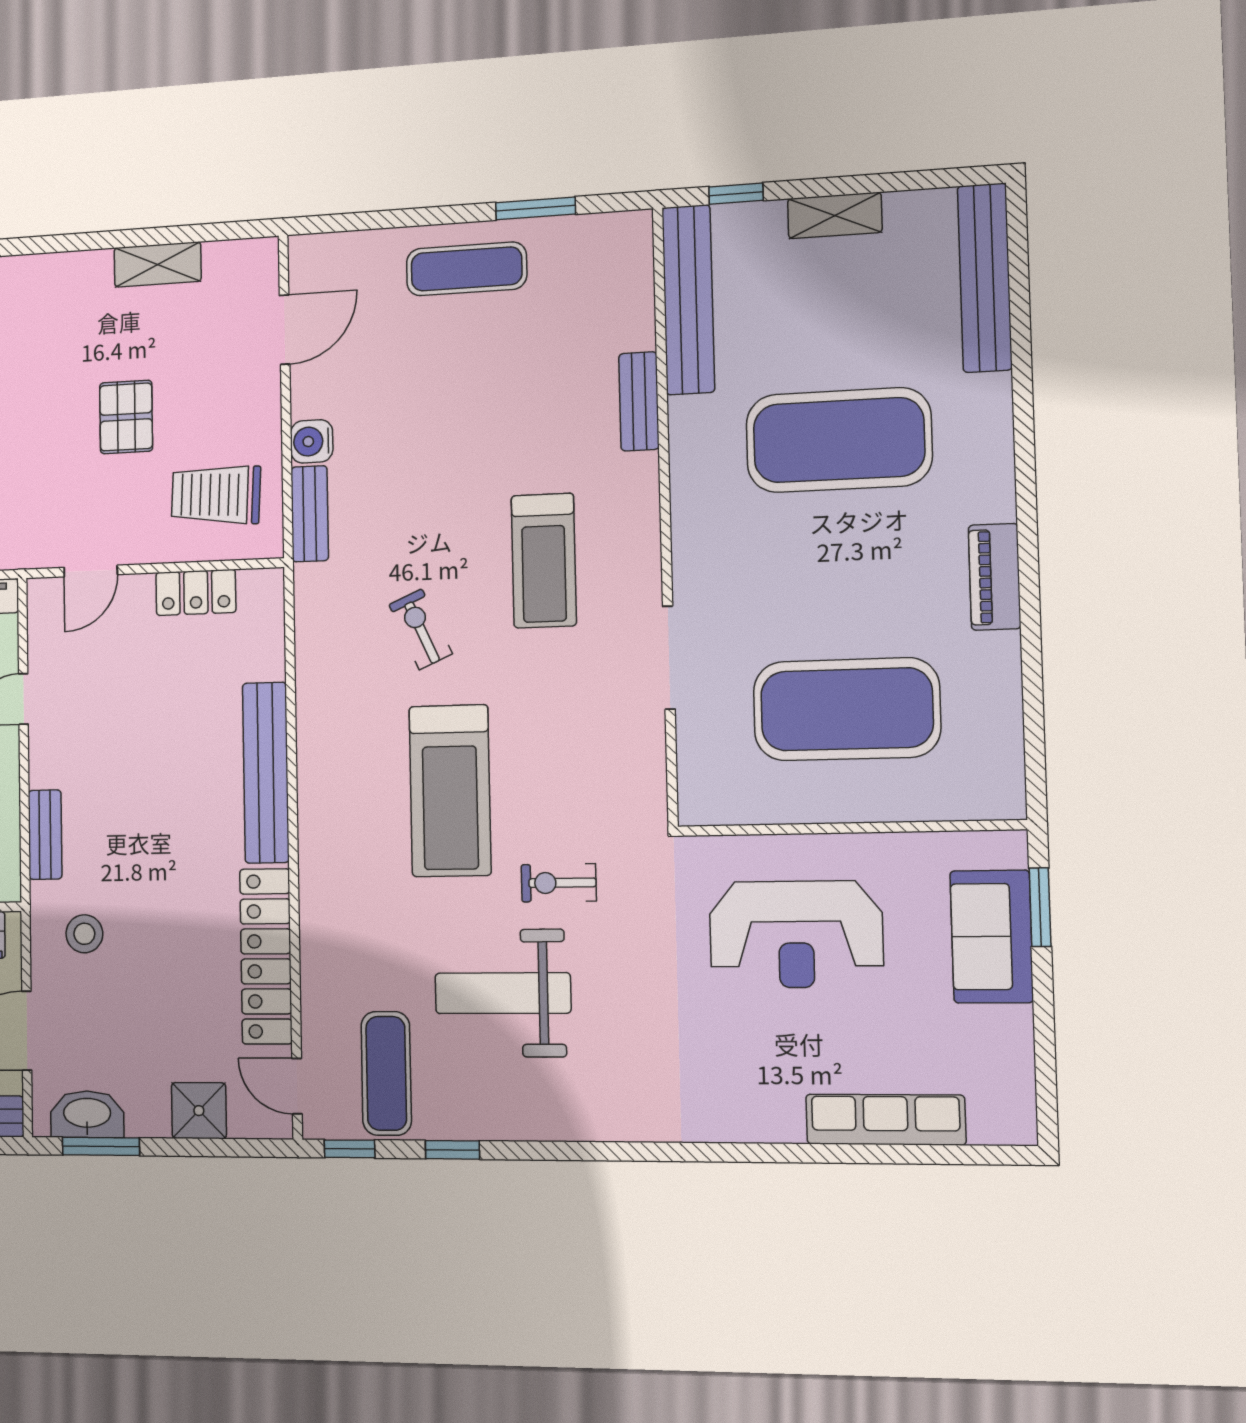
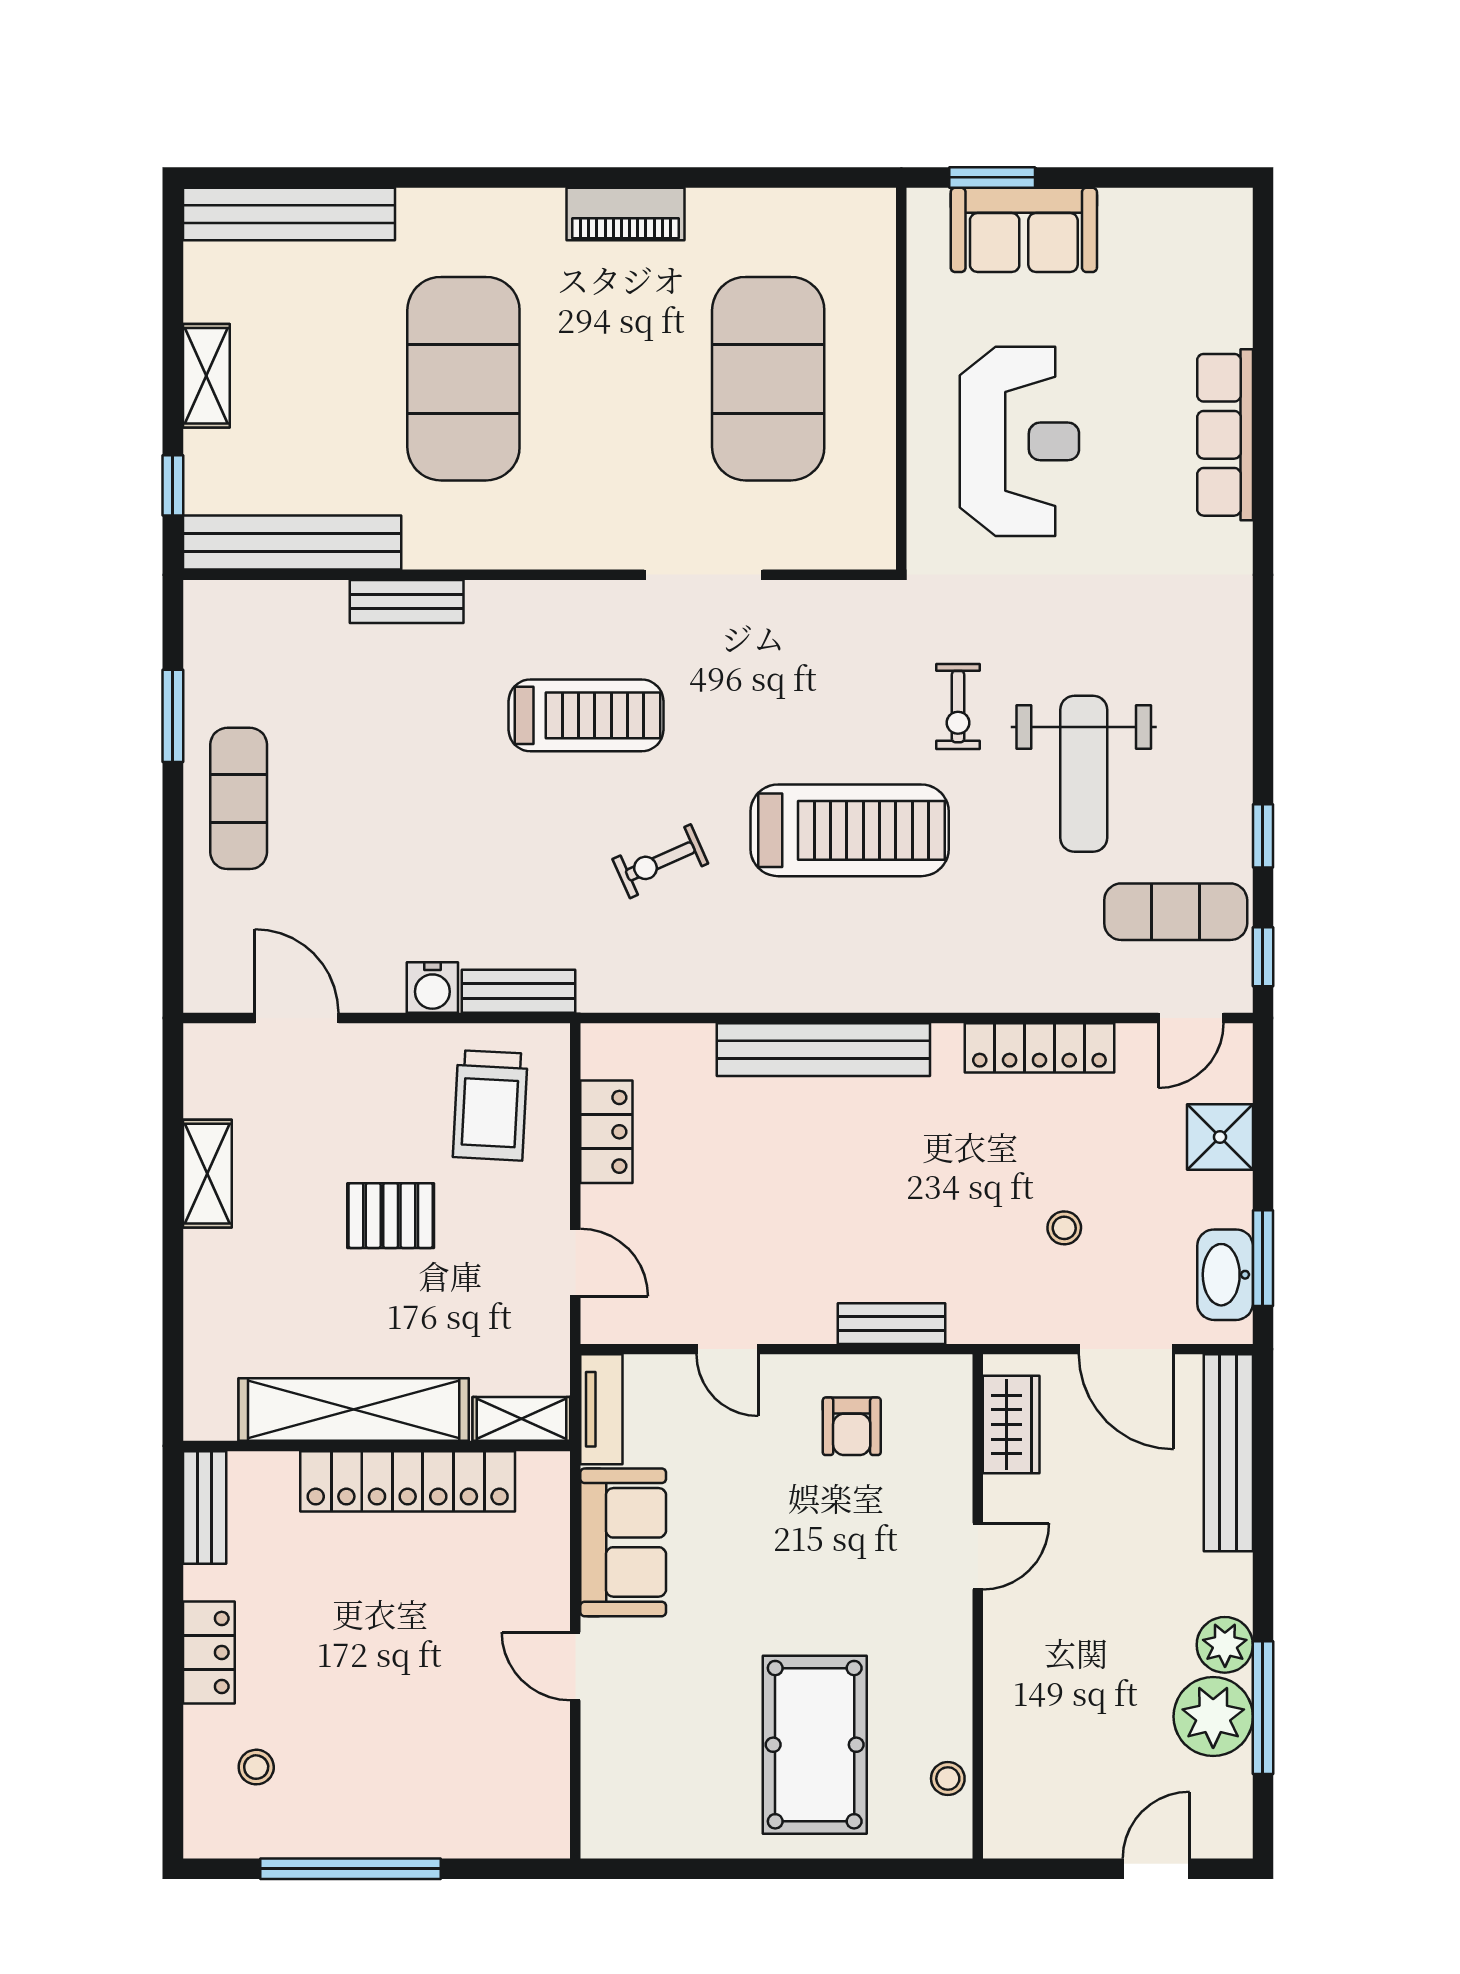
stool: (84, 934) -> (1064, 1228), moved, width x0.73, depth x0.73
locker: (266, 956) -> (1039, 1048), width x0.71, depth x0.83
row of seats: (886, 1120) -> (1225, 435), moved

